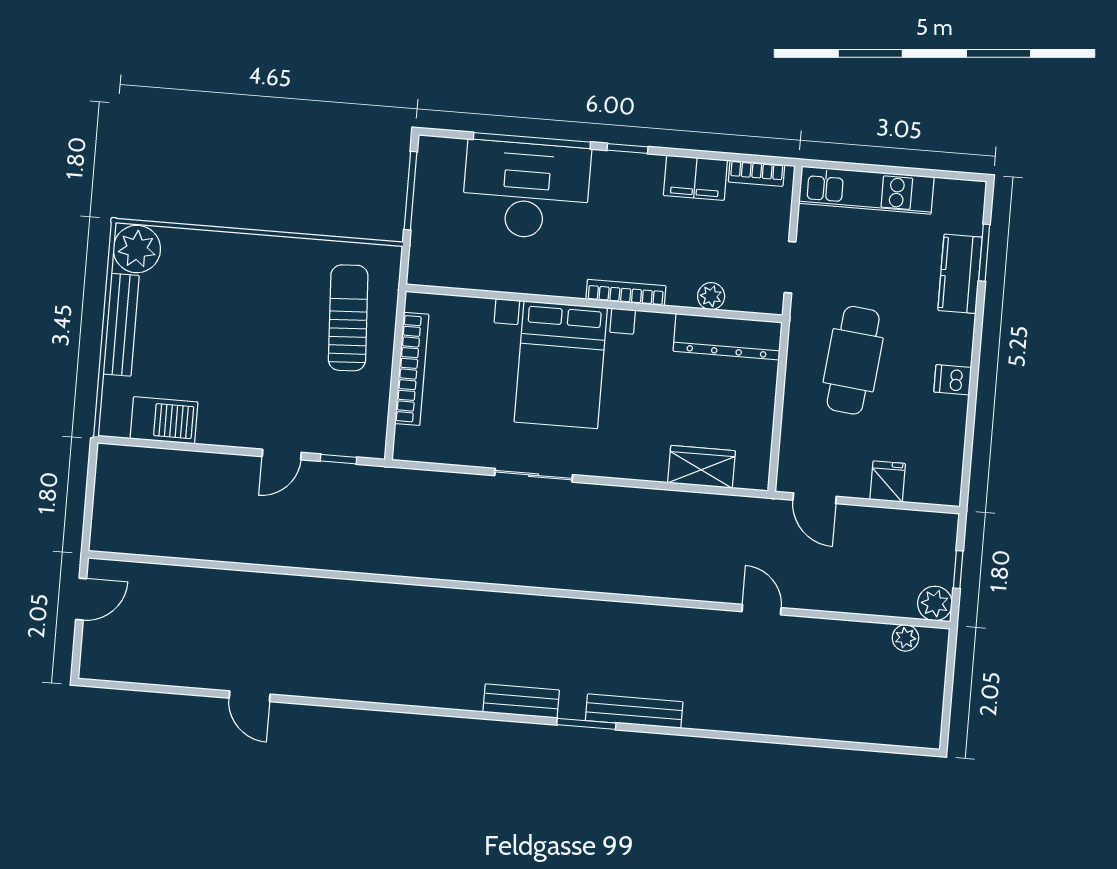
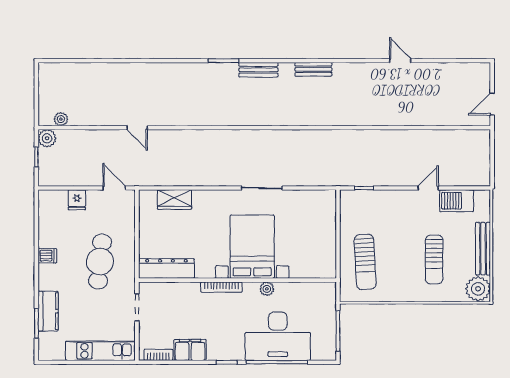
plant: (711, 296) -> (267, 289), moved
sun lounger: (216, 312) -> (434, 260), added
bookcase: (412, 369) -> (330, 238), removed
door: (282, 454) -> (428, 188), moved
bench: (634, 711) -> (313, 69), moved, width x0.73

